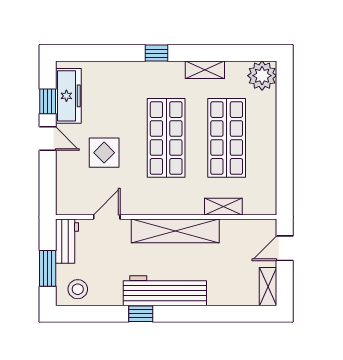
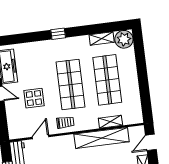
shelving: (205, 70) -> (102, 38), moved
trolley: (150, 198) -> (65, 122), added
shelving: (175, 231) -> (102, 138), moved

